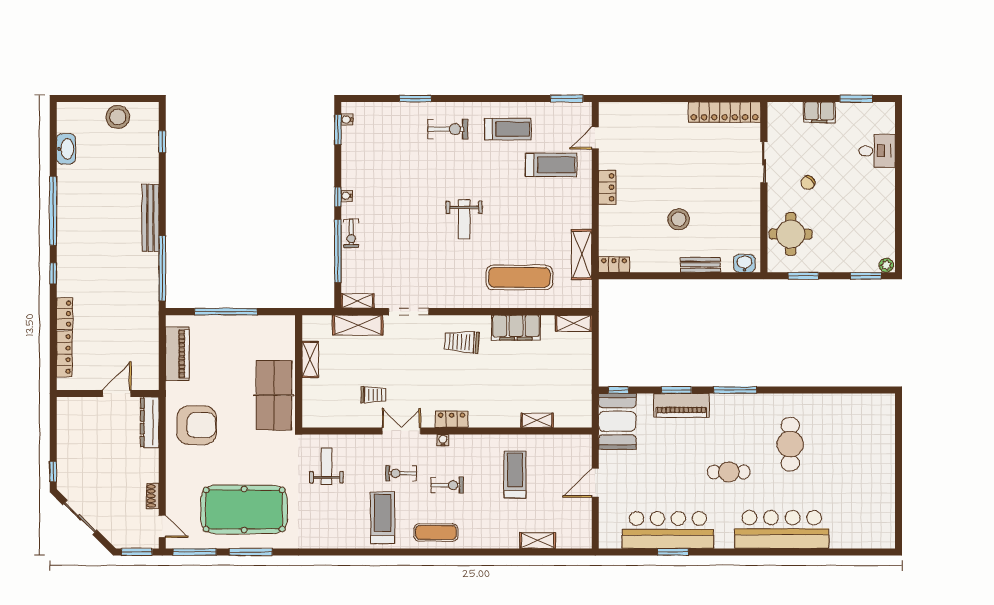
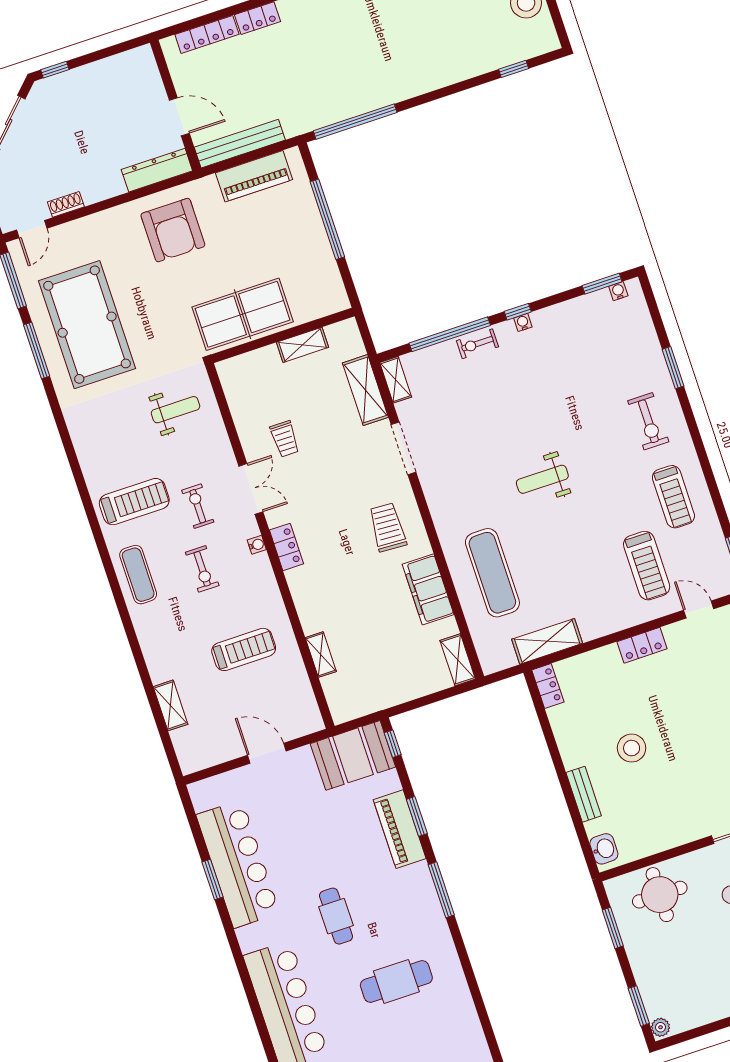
bench: (150, 218) -> (240, 144), moved

